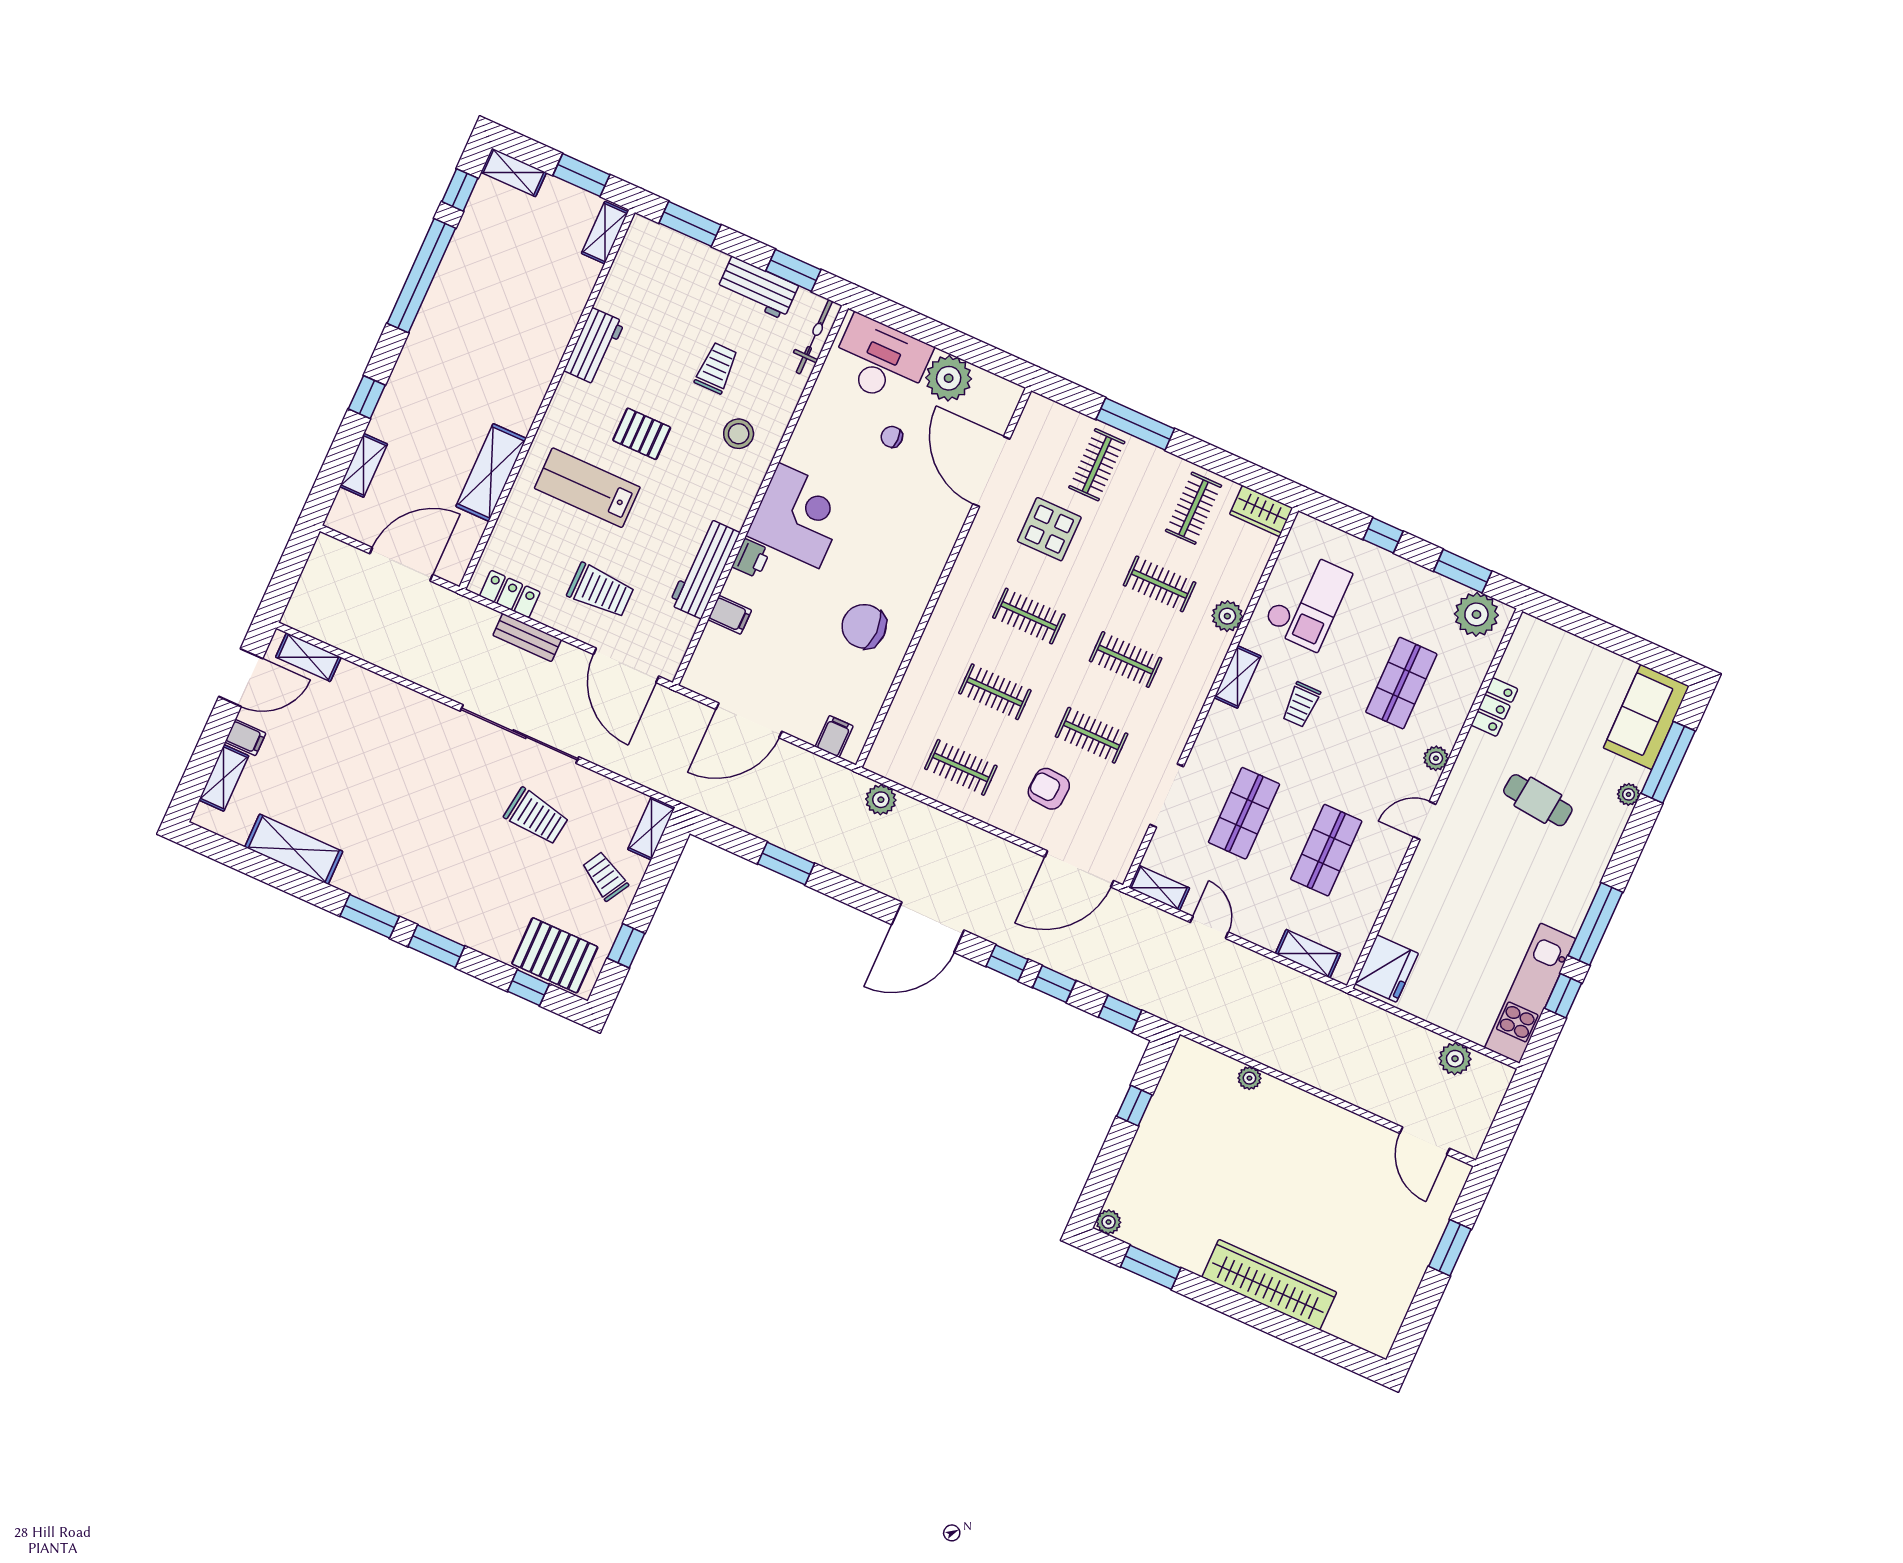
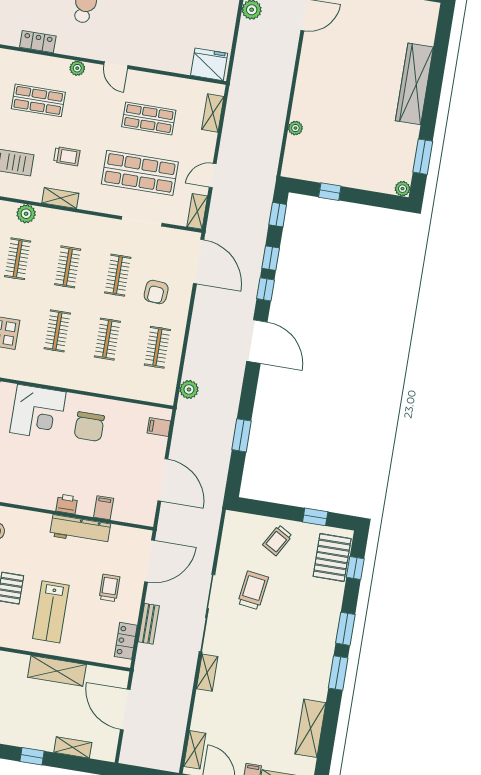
corner desk: (799, 515) -> (38, 412), moved, turned 180
trolley: (601, 591) -> (110, 588), width x0.73, depth x0.72
shop shelf: (1244, 813) -> (140, 173), width x1.43, depth x1.36
shelving: (651, 828) -> (207, 673), moved, turned 90

